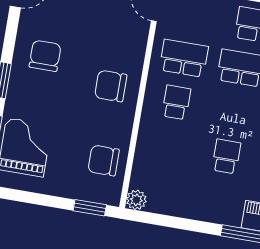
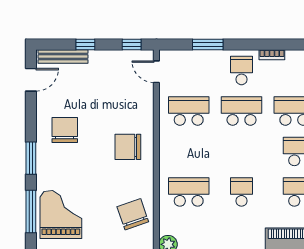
school desk: (176, 102) -> (189, 192), moved, width x1.85
chair: (104, 160) -> (133, 214), turned 71

